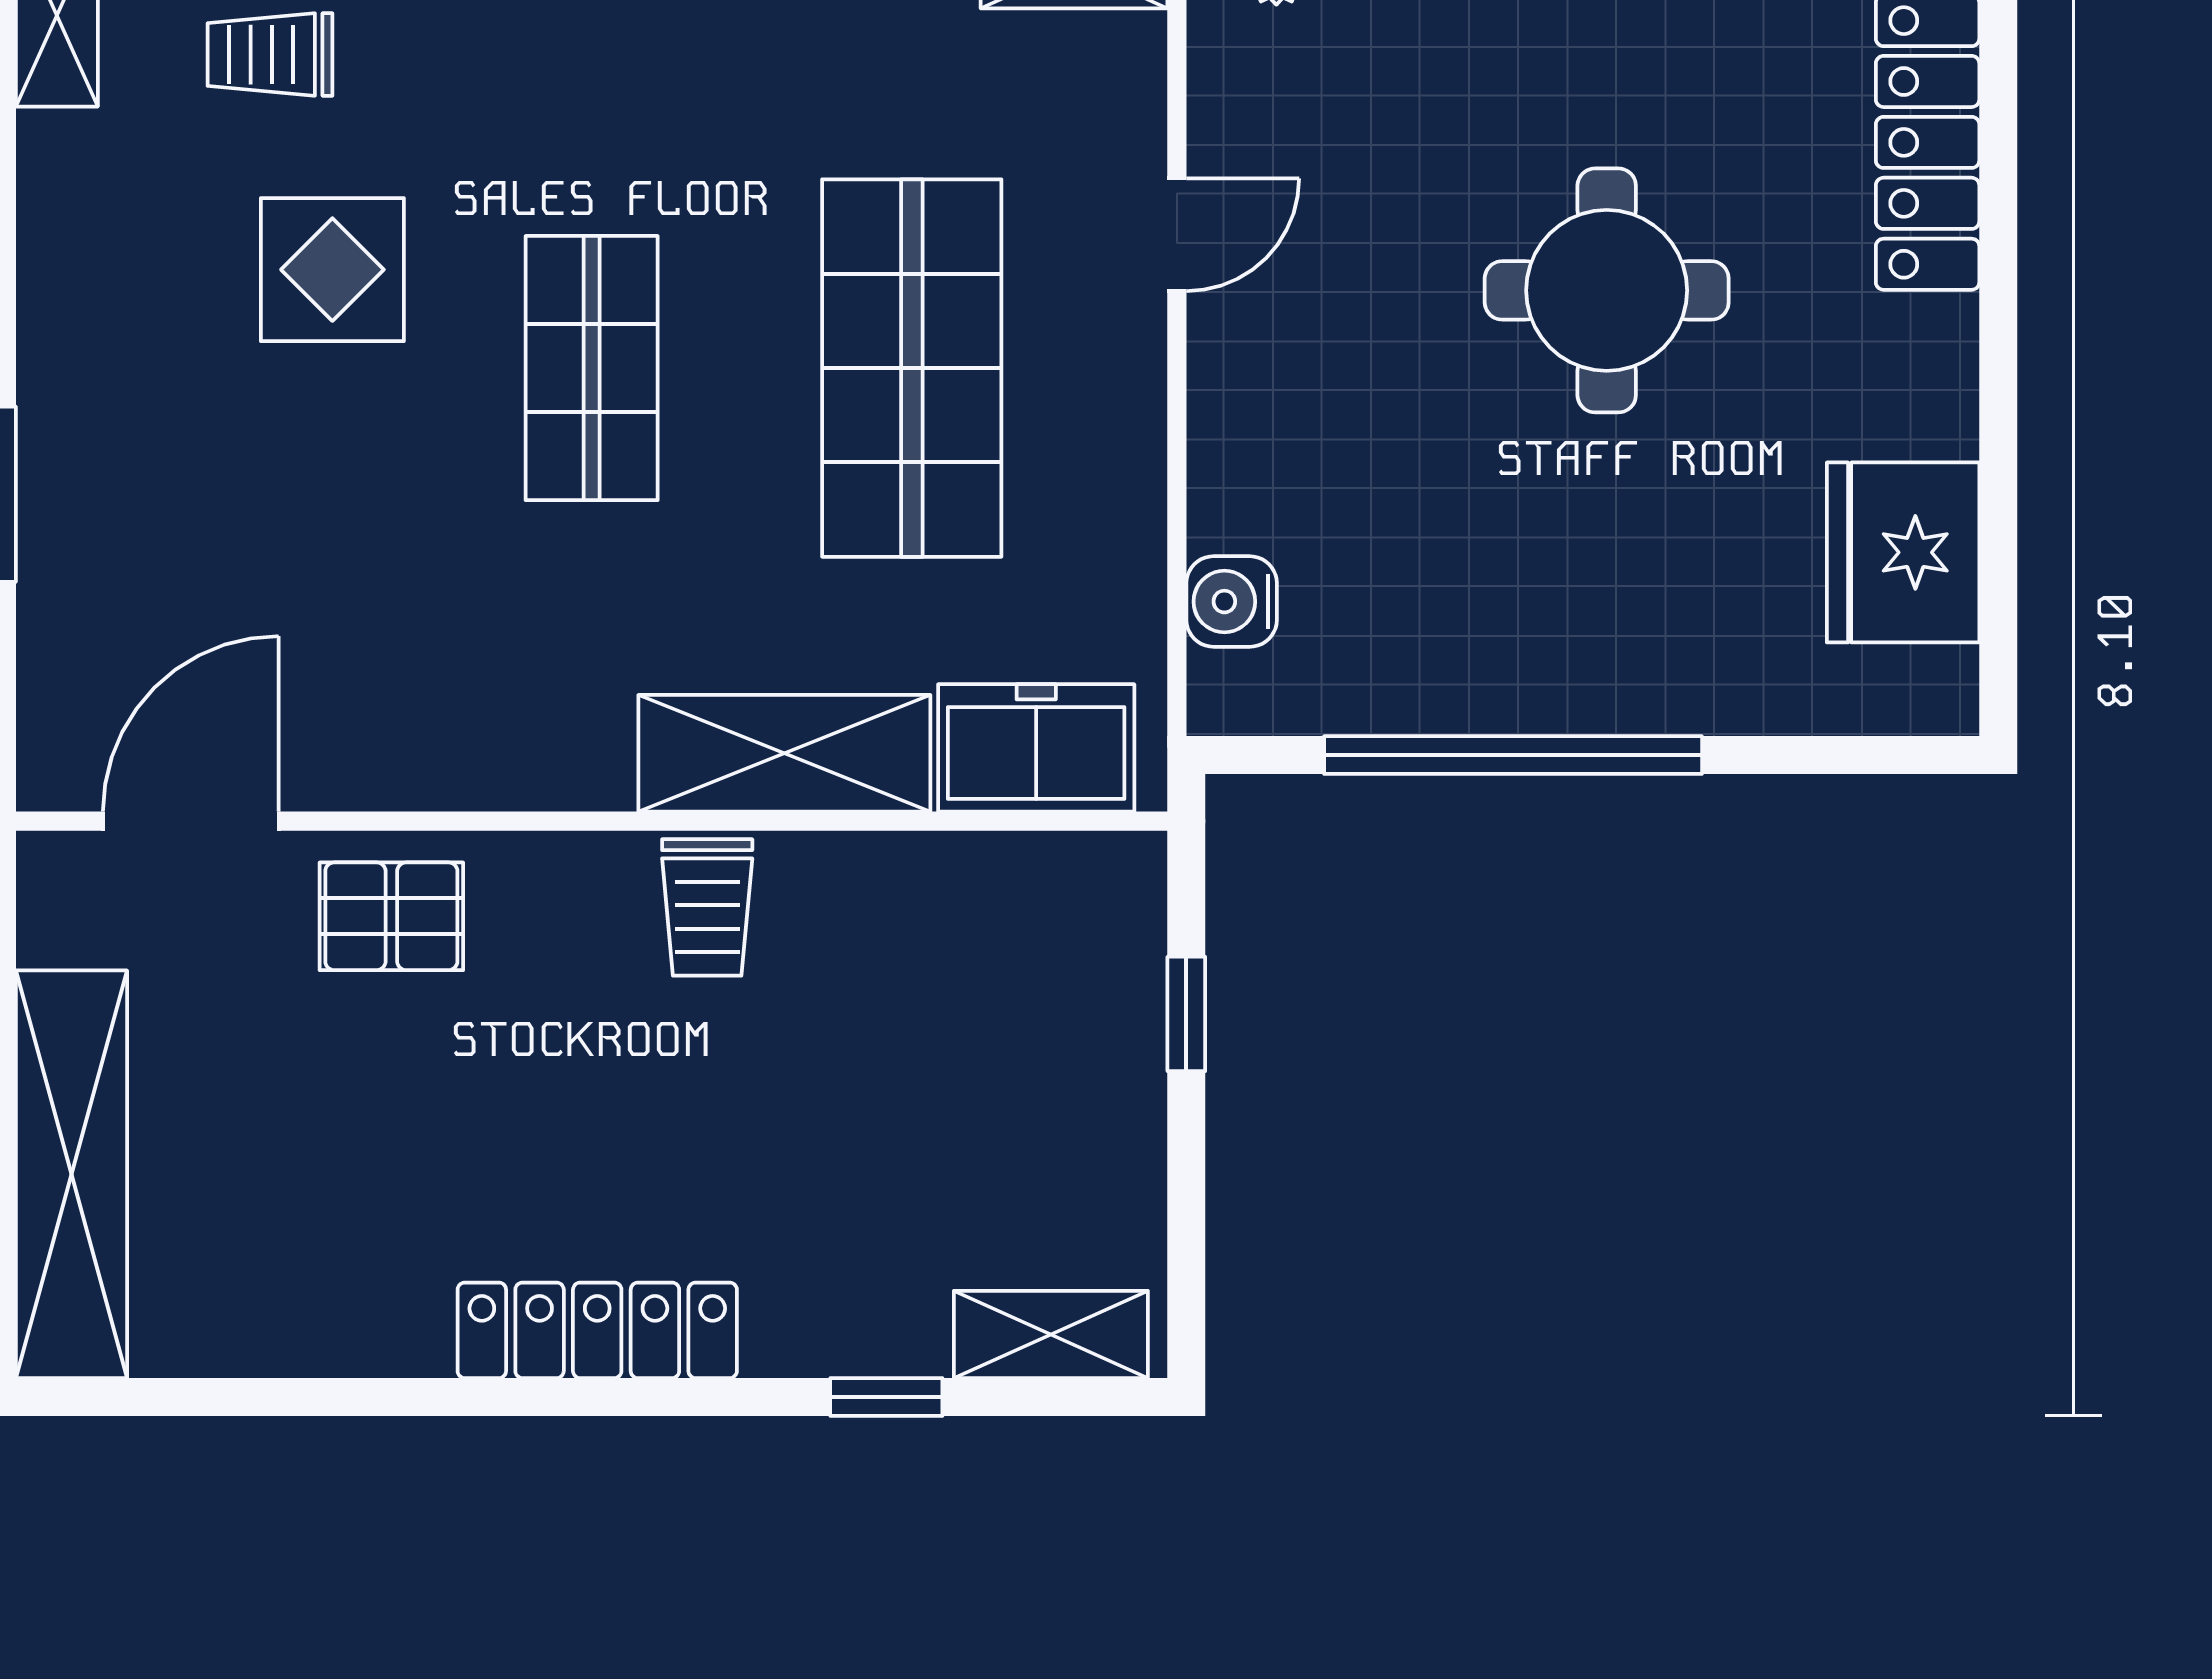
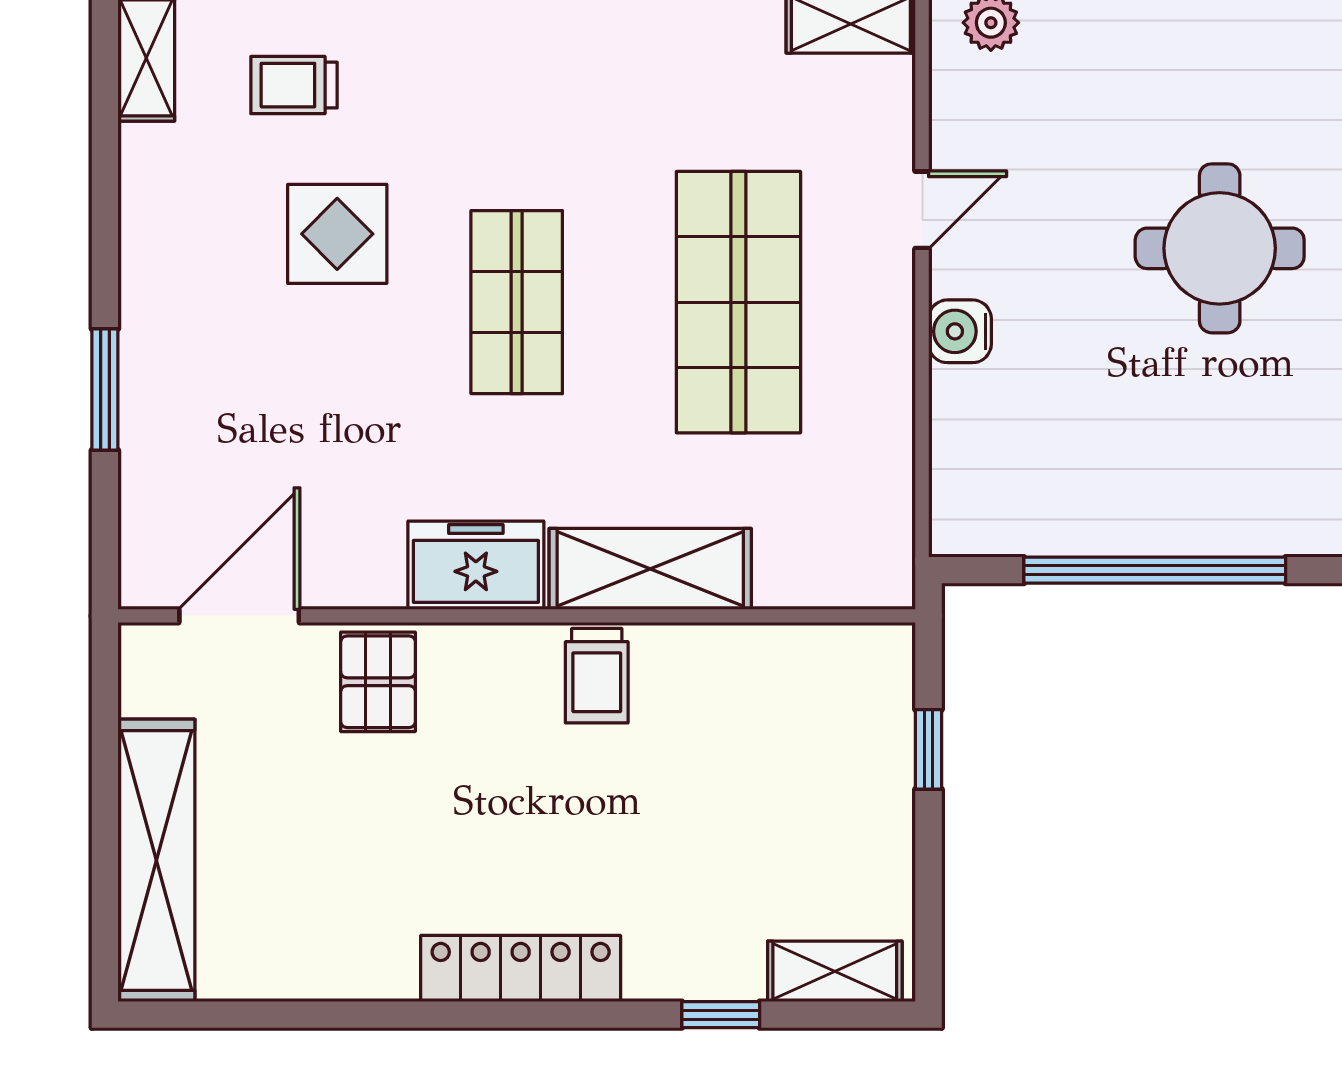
water cooler: (1232, 602) -> (960, 331), moved
freezer: (1036, 748) -> (476, 565), moved
pallet: (391, 916) -> (378, 682), turned 90

